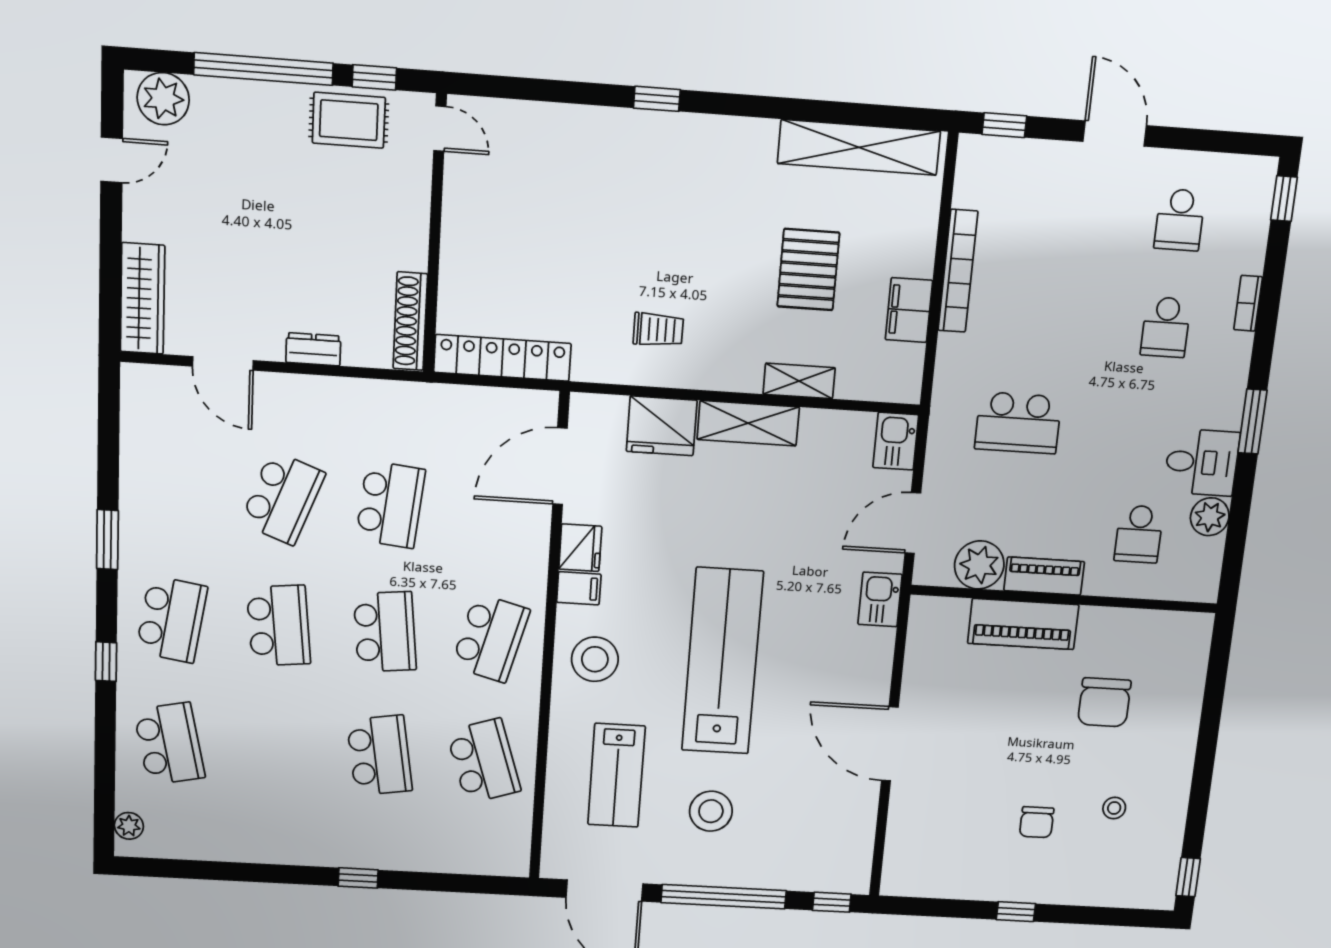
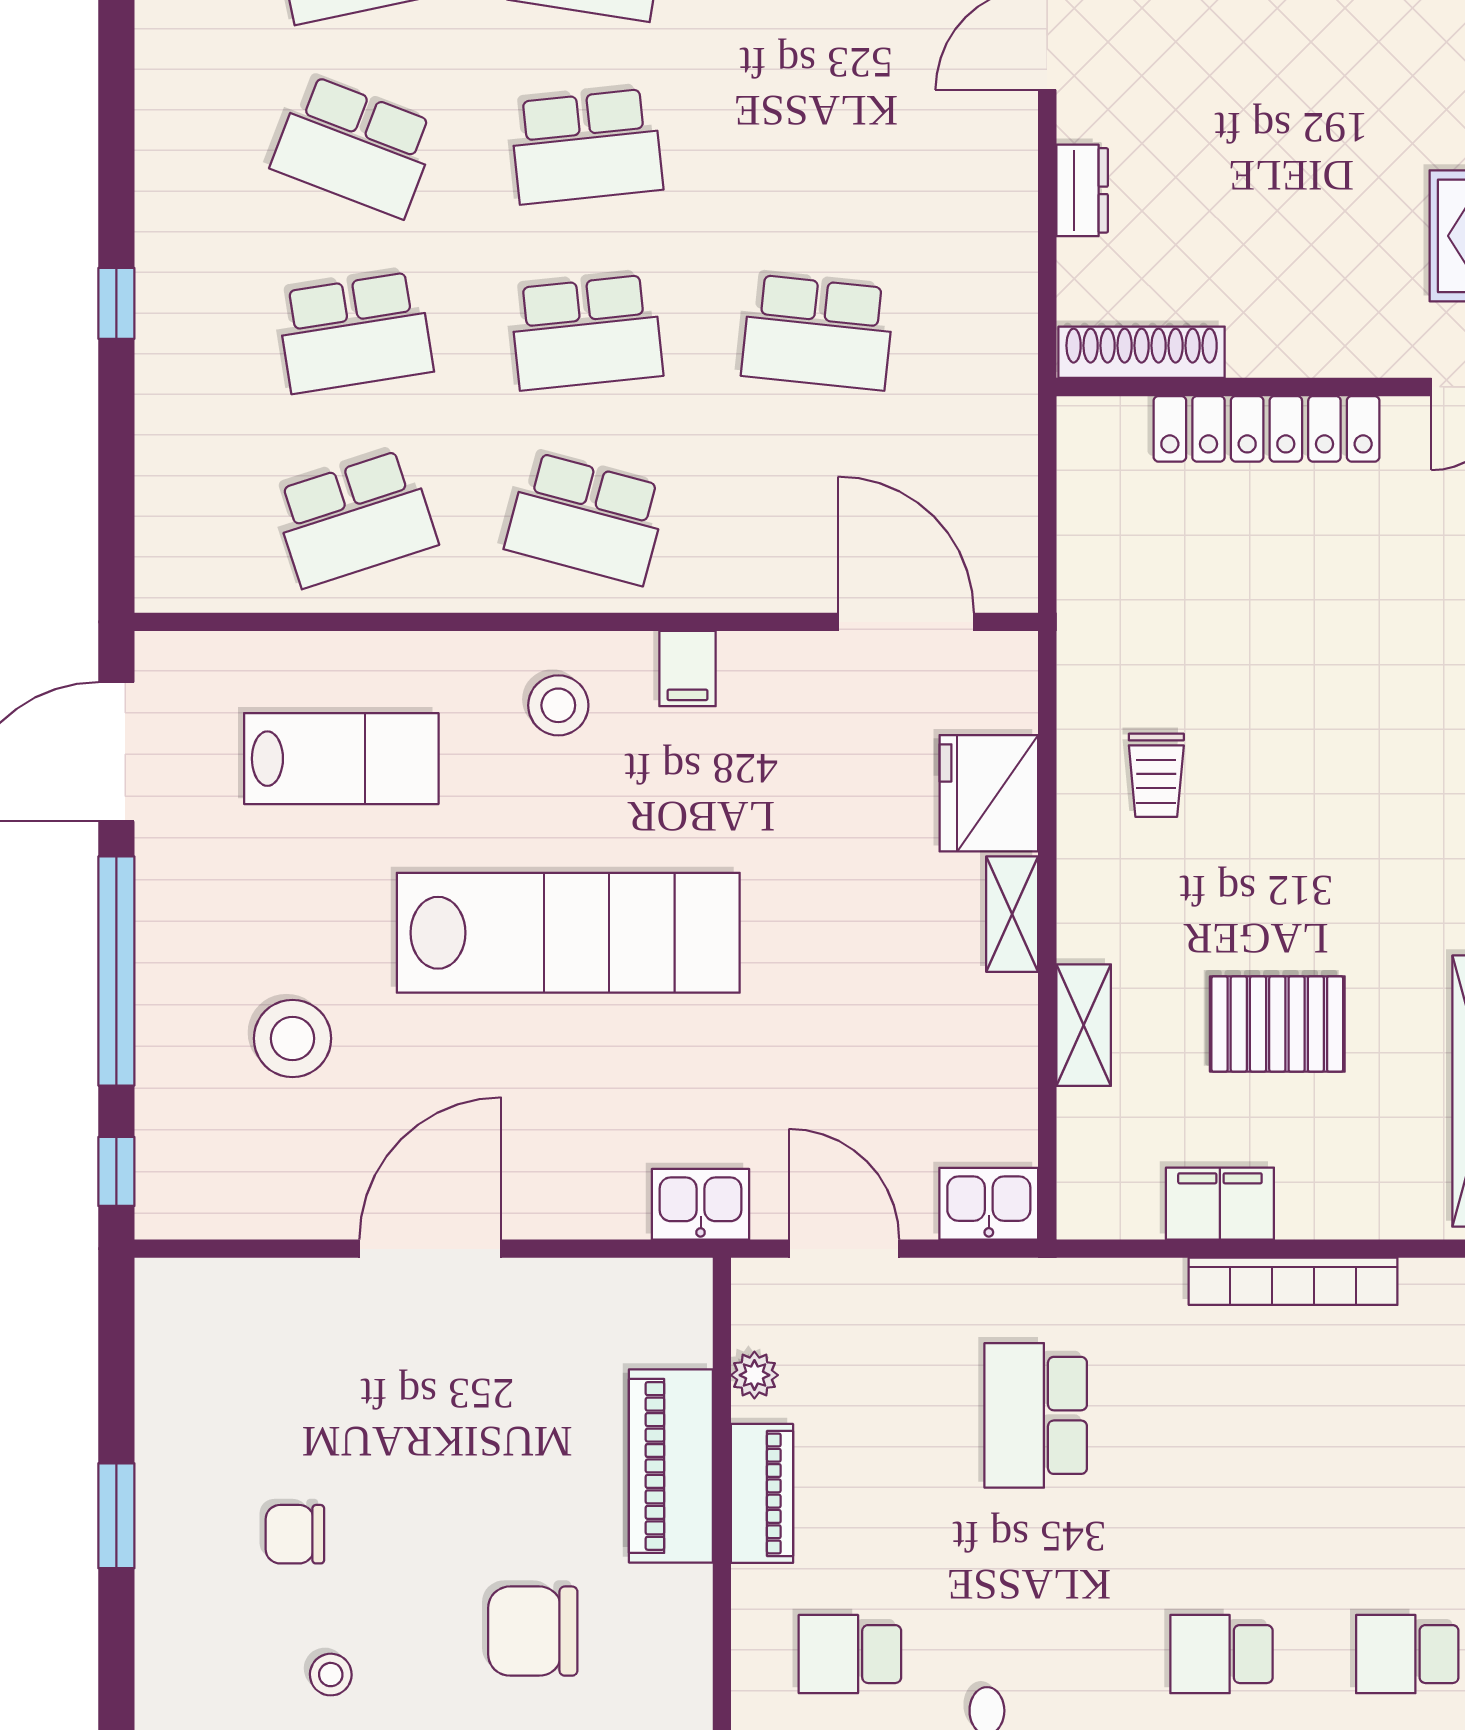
locker: (502, 358) -> (1266, 429), moved, turned 90
shelving: (748, 423) -> (1012, 914), width x0.67, depth x0.75
school desk: (283, 498) -> (355, 146), moved
fridge: (580, 548) -> (762, 666), removed
plant: (979, 565) -> (754, 1375), width x0.53, depth x0.53
stool: (595, 659) -> (558, 705), width x0.73, depth x0.73
lab bench: (616, 775) -> (341, 759), turned 180
stool: (711, 811) -> (292, 1038), moved
window: (1016, 912) -> (116, 1516), width x1.50

